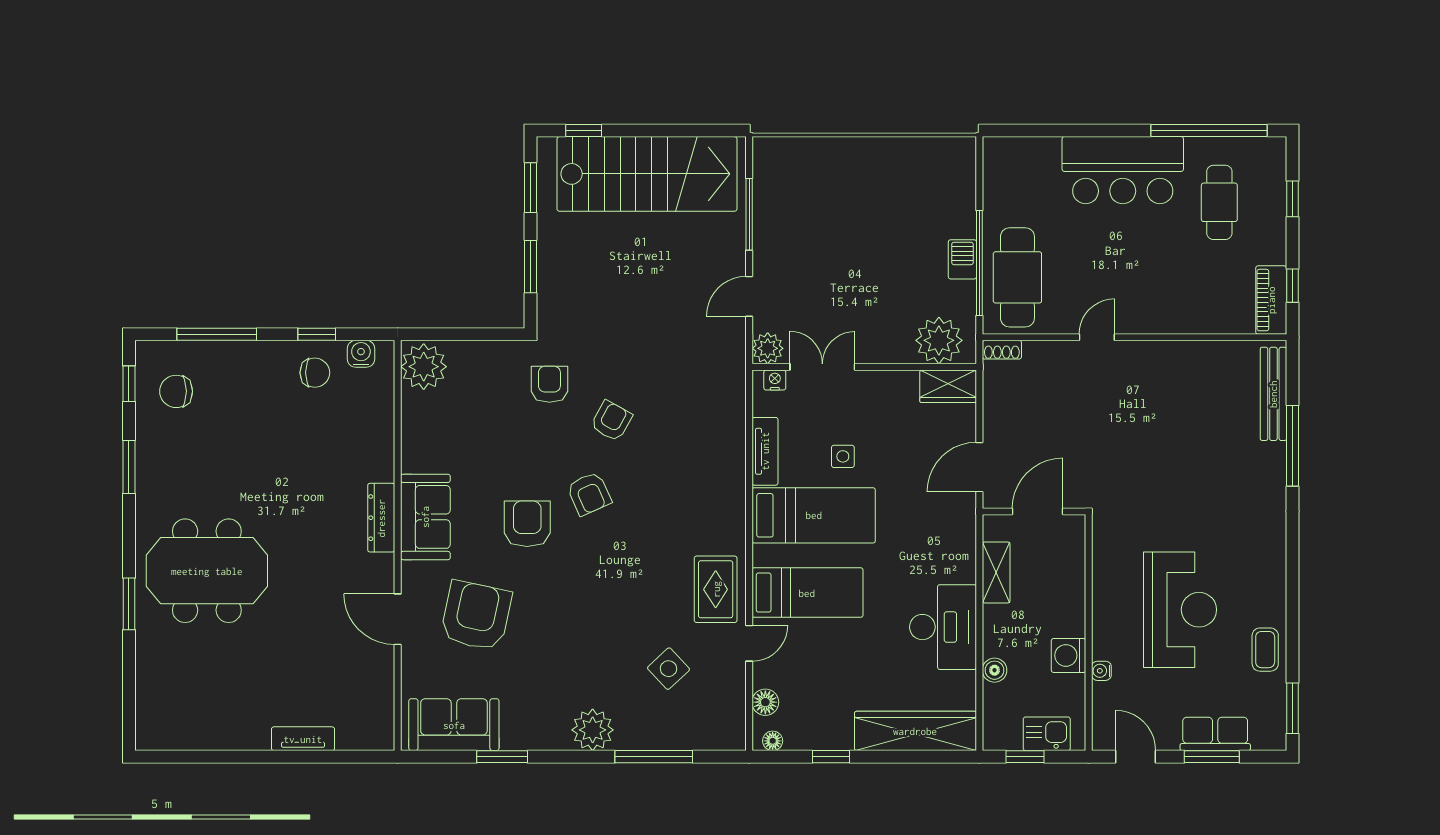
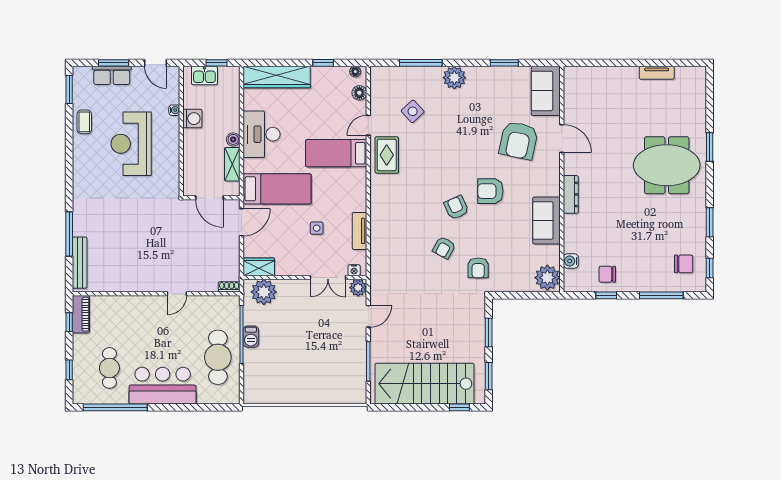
cafe table: (1017, 277) -> (218, 357), moved
water cooler: (361, 354) -> (571, 261), moved, turned 90
door: (1038, 512) -> (209, 198), hinge flipped
bed: (814, 515) -> (277, 189), moved, turned 180
sofa: (425, 517) -> (546, 220), moved
armchair: (527, 524) -> (490, 191), turned 90
boiler: (995, 670) -> (233, 139), moved
sofa: (454, 725) -> (546, 91), moved, turned 90
tv unit: (303, 739) -> (657, 73), moved

